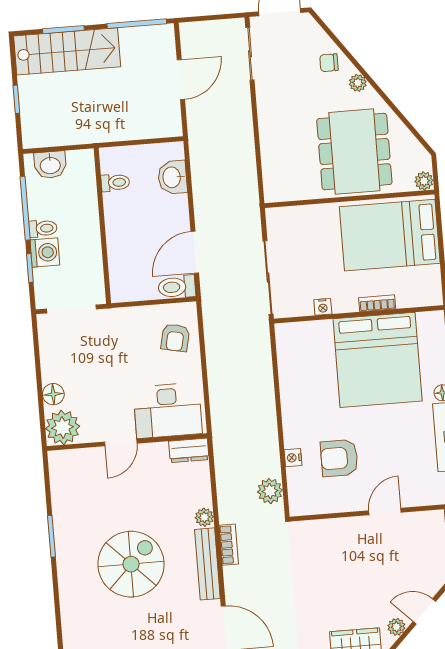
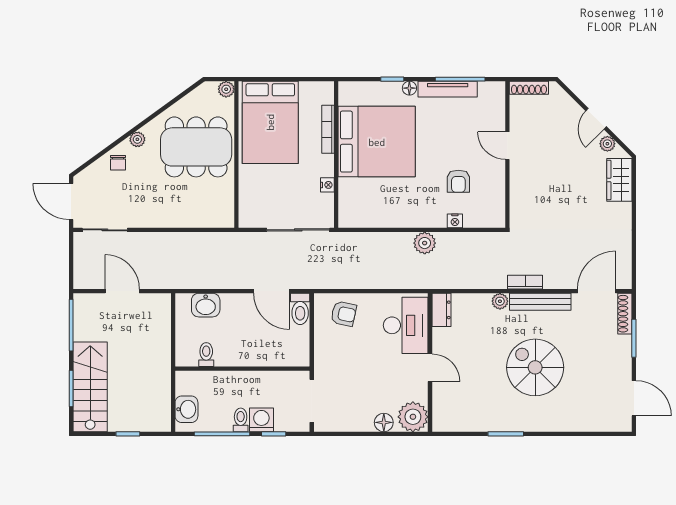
bookcase: (377, 303) -> (328, 129), width x1.56
armchair: (339, 458) -> (458, 181), width x0.72, depth x0.72
plant: (270, 491) -> (425, 243), moved

